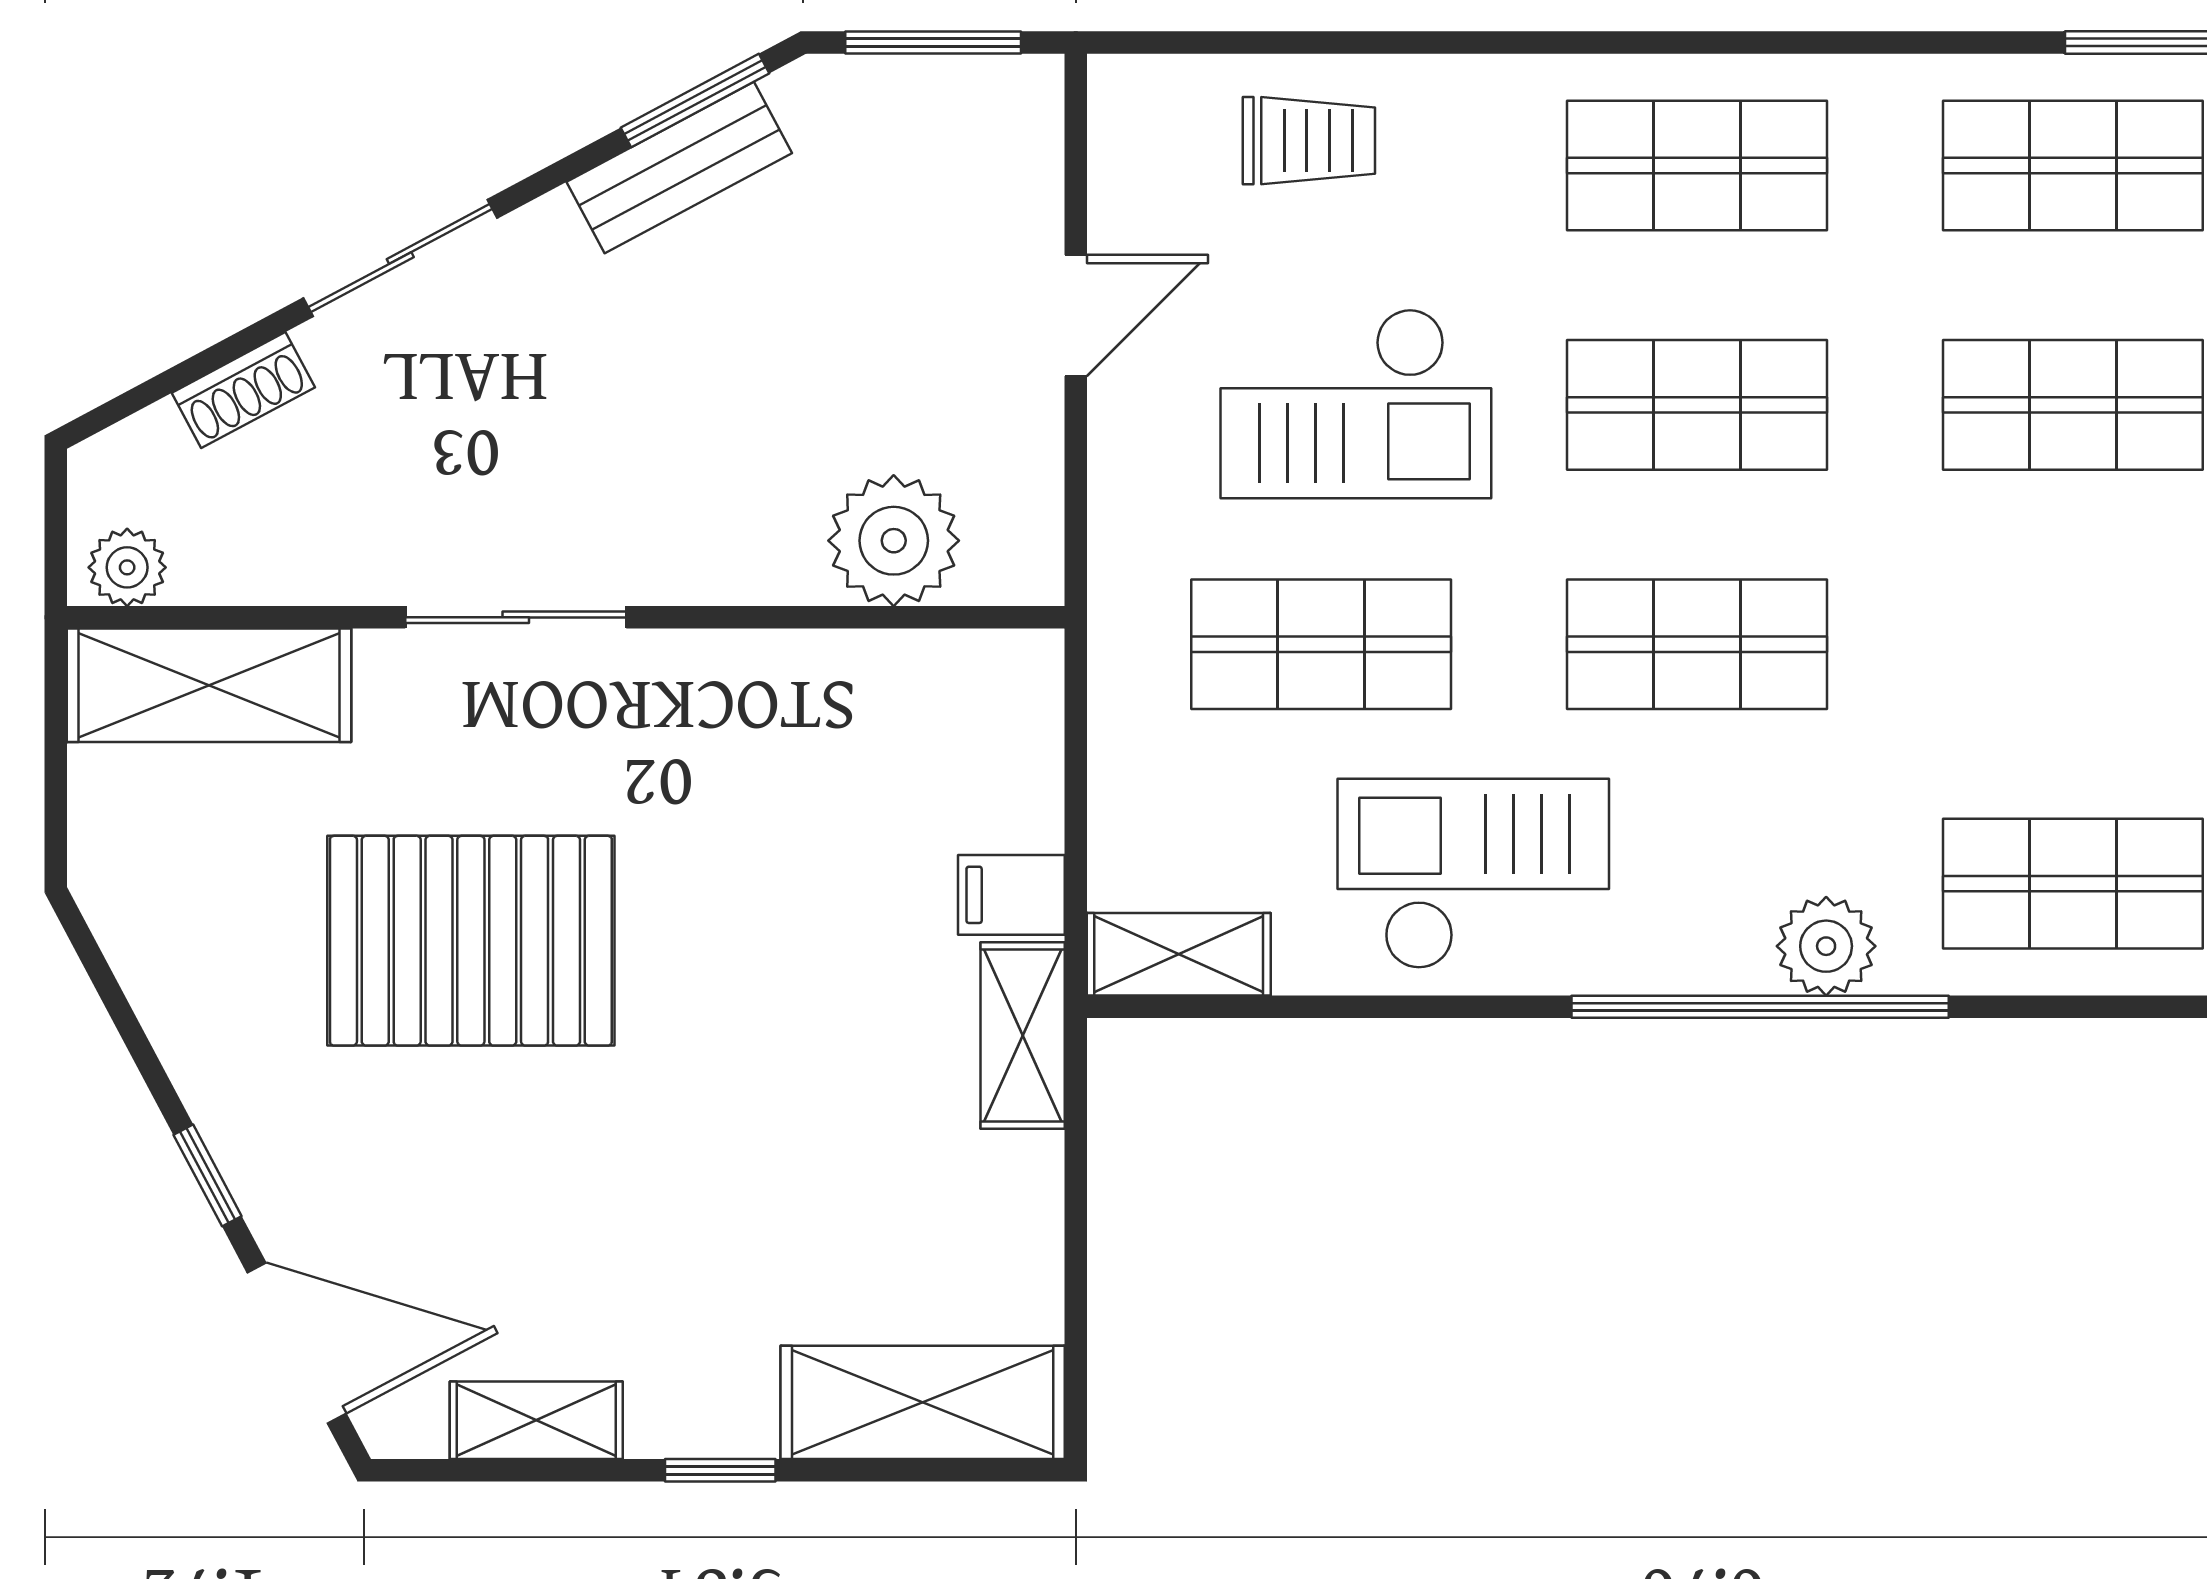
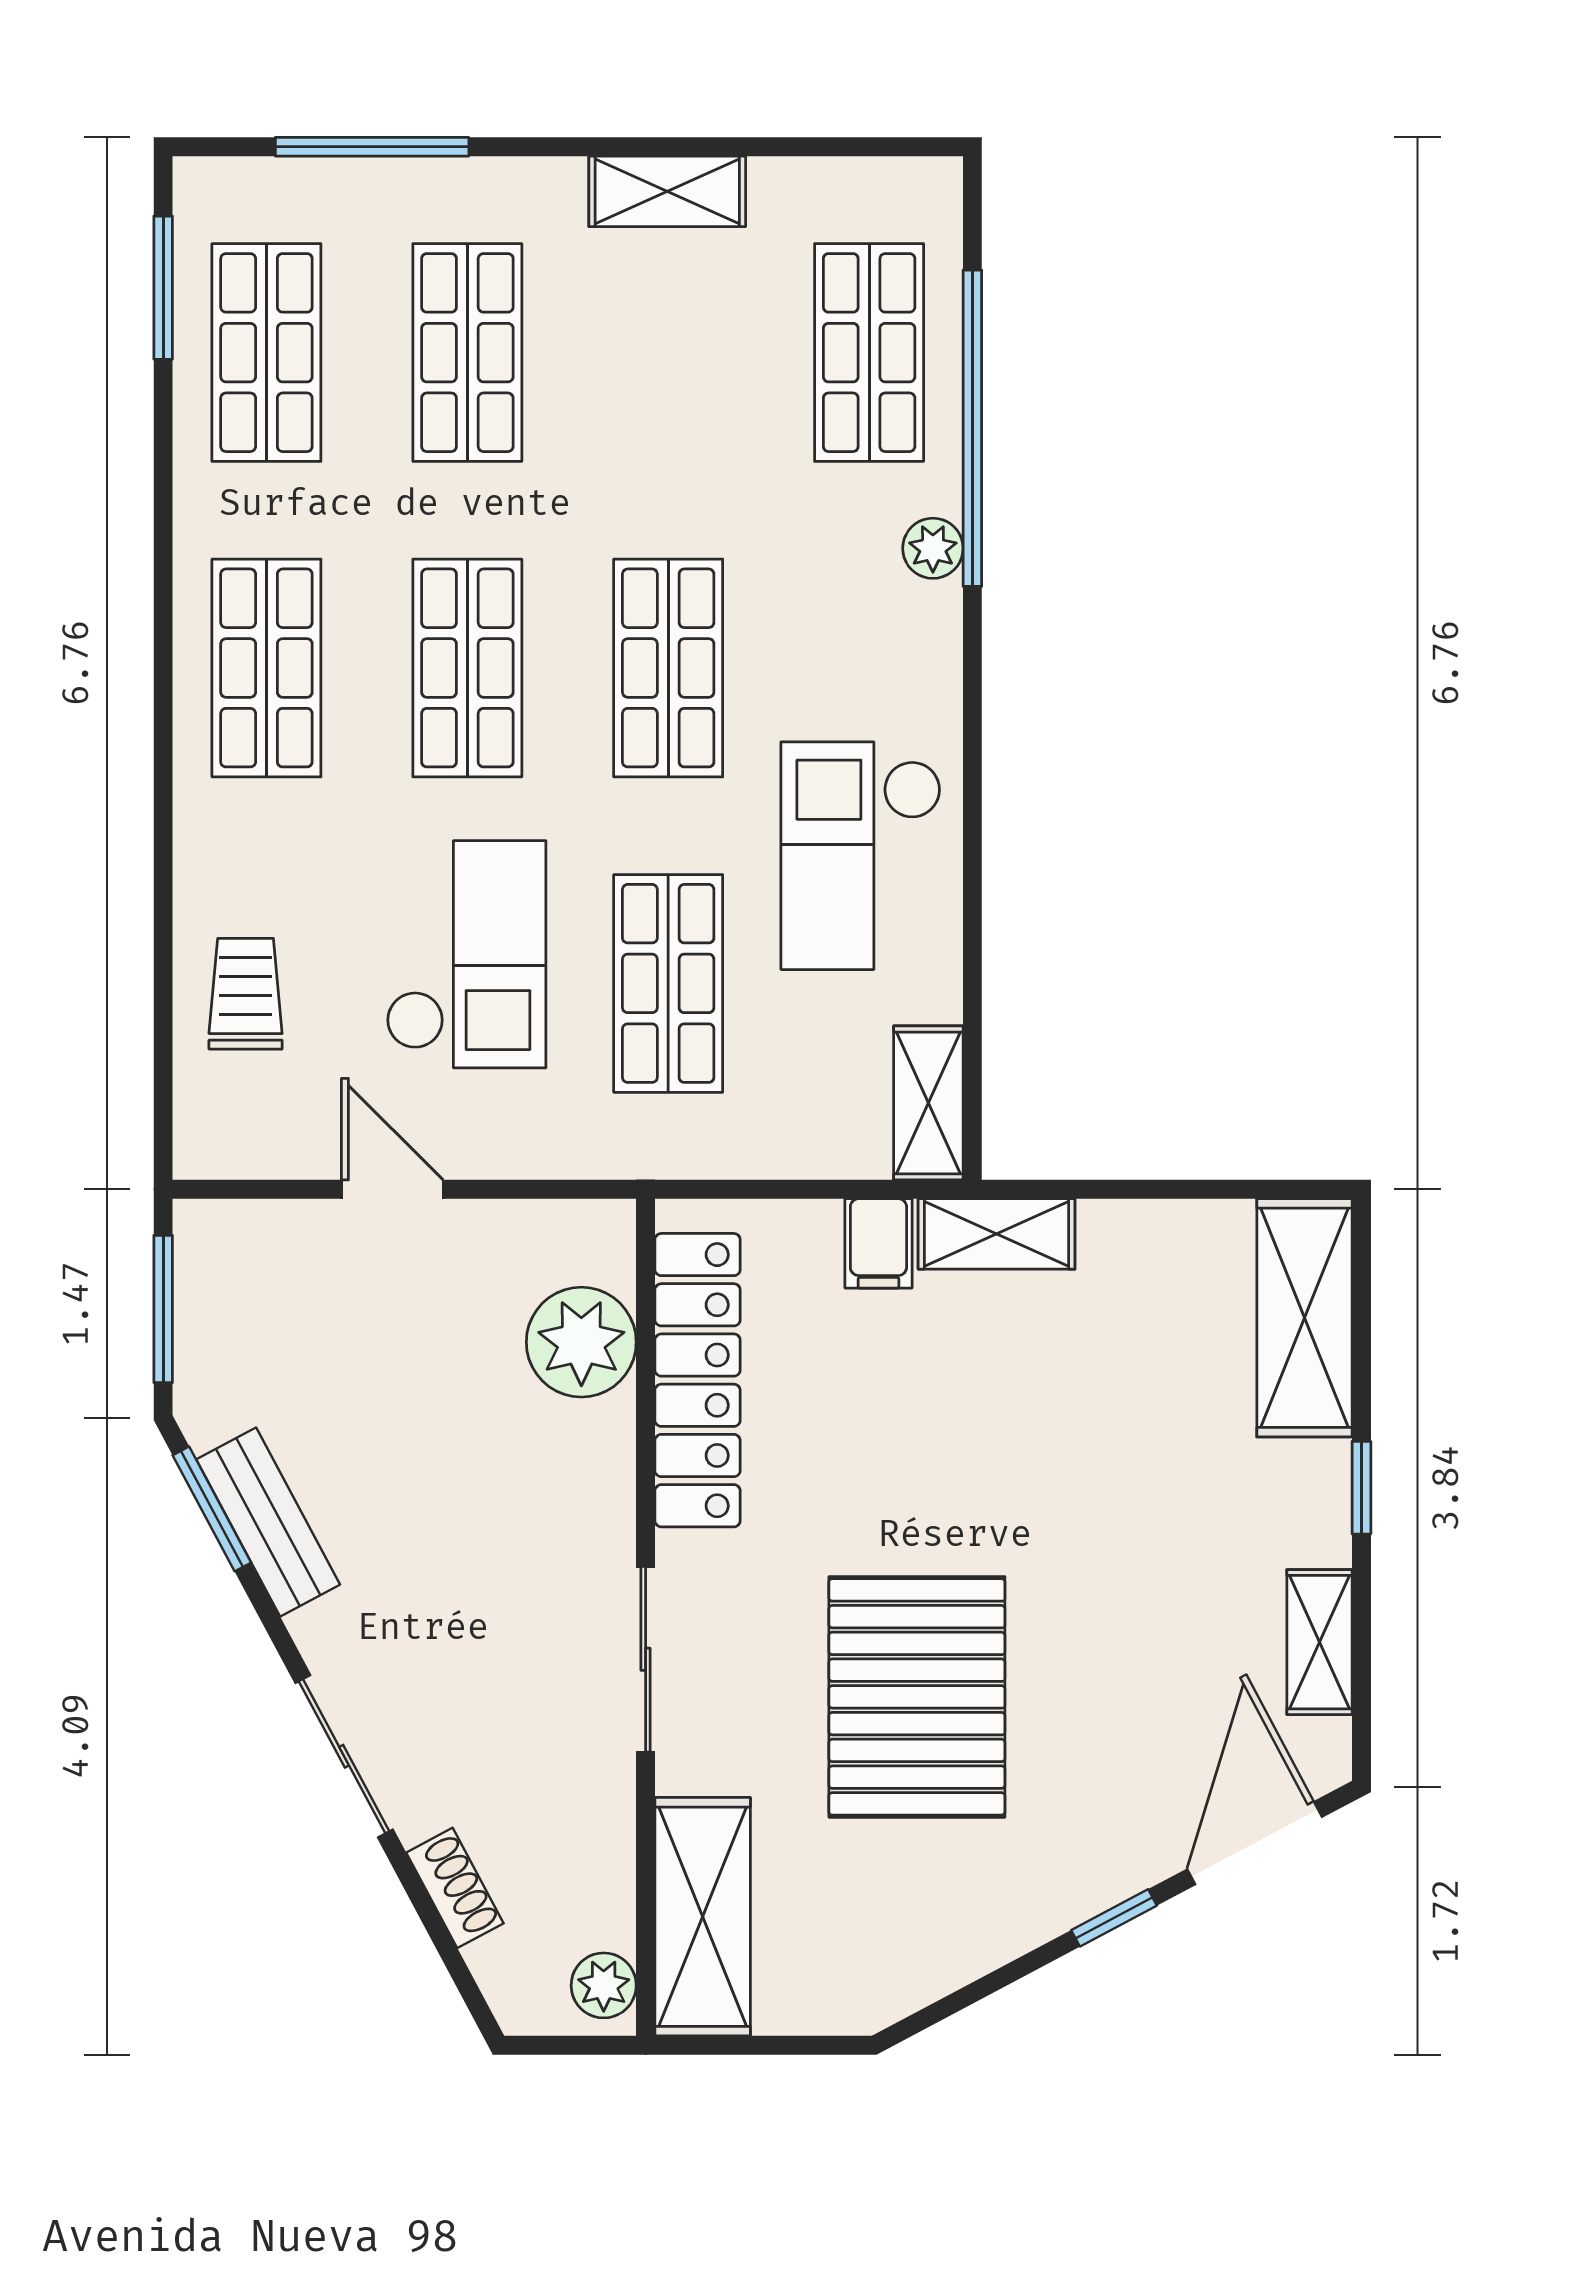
locker: (848, 679) -> (698, 1380), added
plant: (1826, 946) -> (933, 548), width x0.73, depth x0.73
window: (1760, 1007) -> (972, 428), moved

